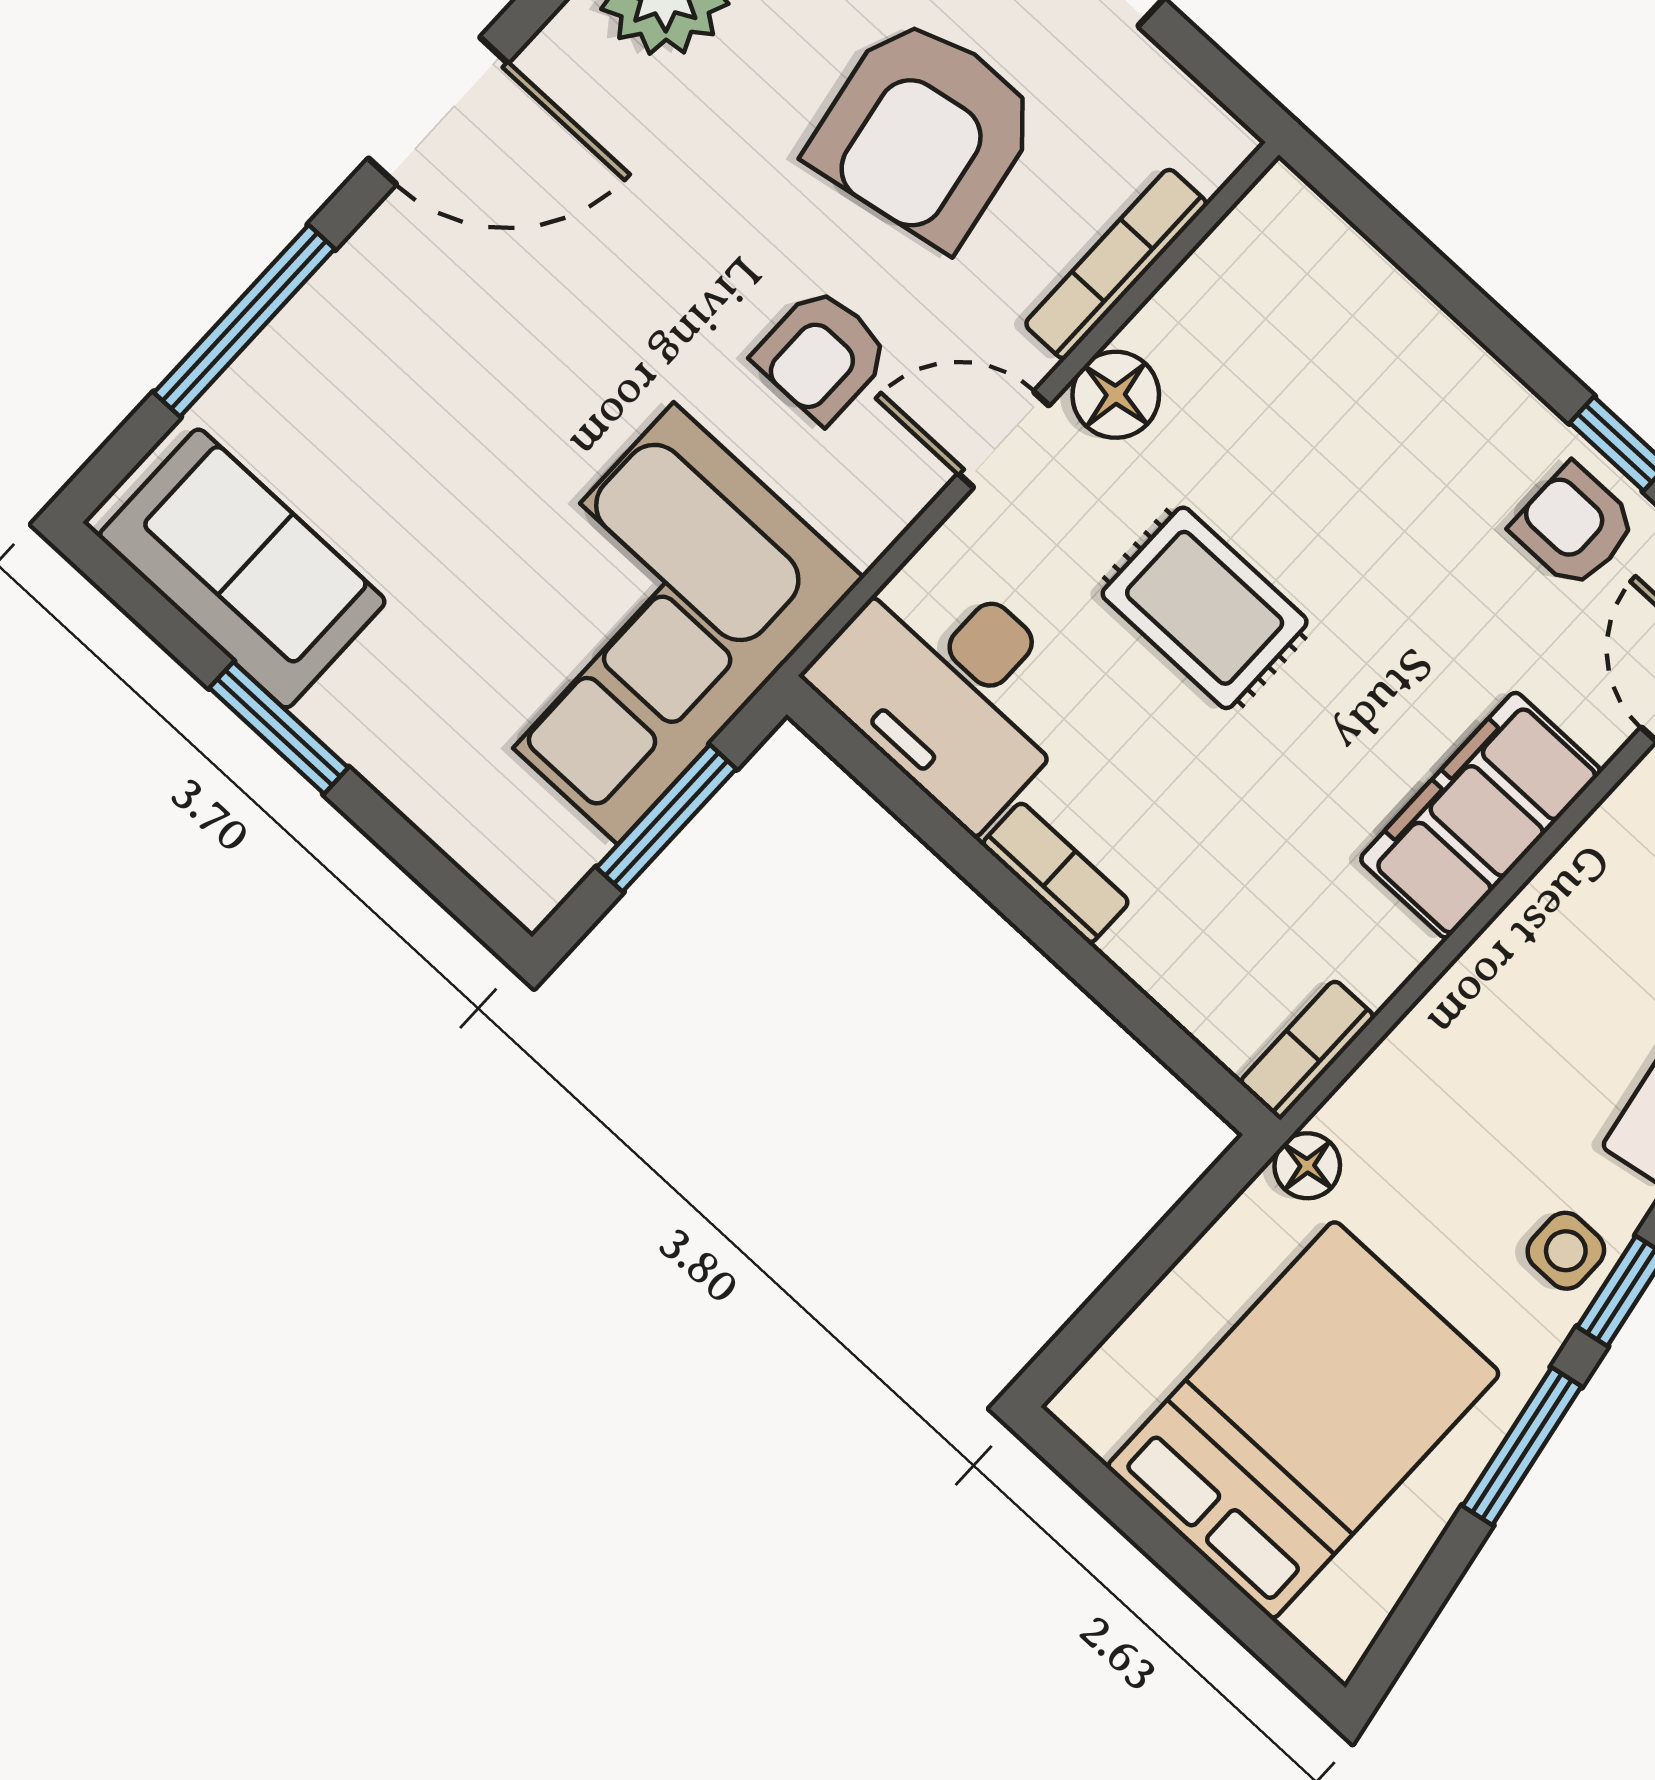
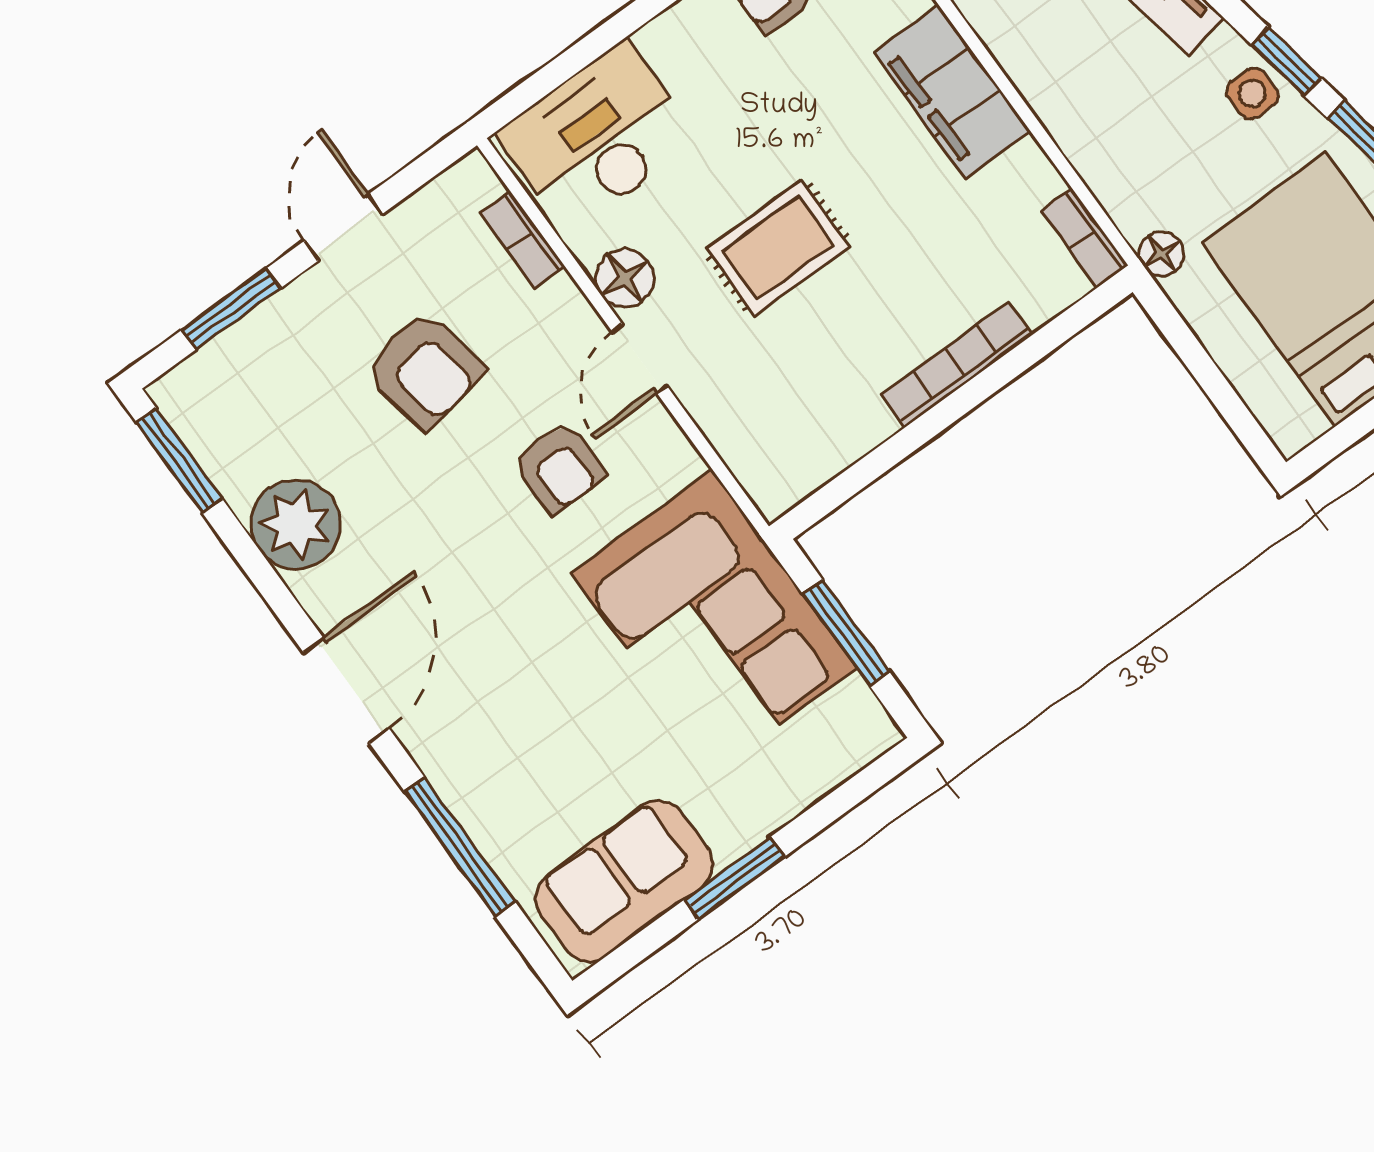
armchair: (925, 131) -> (424, 370), width x0.73, depth x0.73
bookcase: (1116, 264) -> (523, 240), width x0.64
desk: (951, 688) -> (598, 137), moved, turned 180
bookcase: (1055, 873) -> (957, 365), width x1.56

